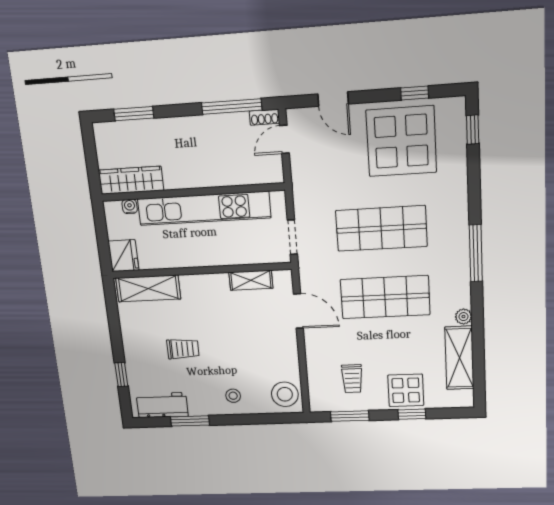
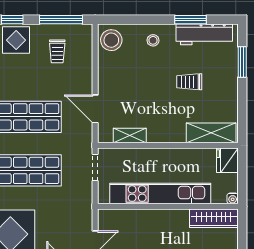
water cooler: (130, 206) -> (233, 198), moved
window: (121, 375) -> (242, 62), width x1.50
trolley: (352, 379) -> (57, 51), turned 180
workbench: (162, 405) -> (204, 34), width x1.38
window: (350, 416) -> (61, 20), width x1.44

